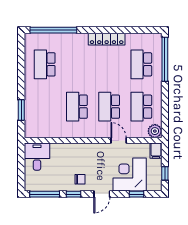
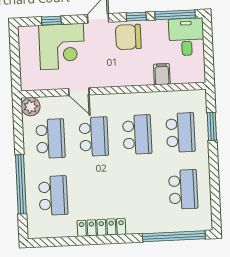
window: (165, 59) -> (21, 184), moved
school desk: (45, 107) -> (180, 133), added
filing cabinet: (156, 151) -> (162, 74), moved
desk: (37, 157) -> (186, 37), moved, turned 180
window: (165, 173) -> (15, 50), removed
chair: (80, 179) -> (128, 37), width x1.87, depth x1.87

